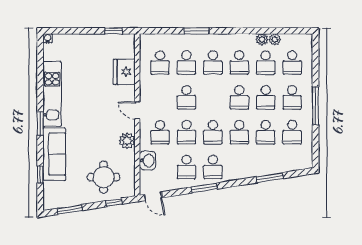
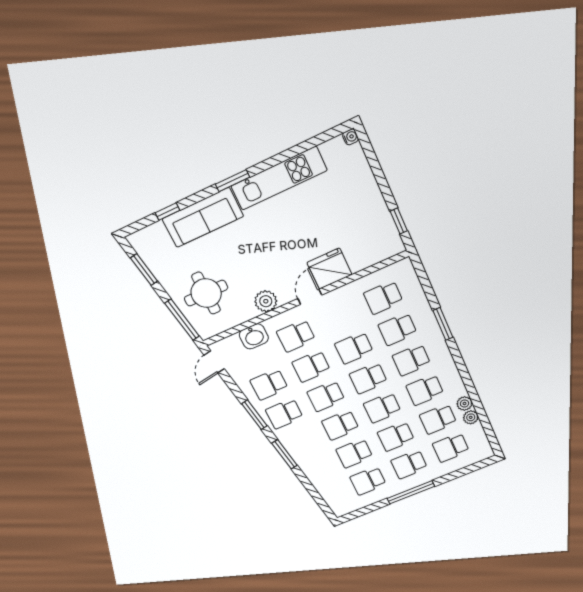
fridge: (124, 72) -> (329, 269), moved
school desk: (213, 97) -> (368, 378), added
window: (270, 178) -> (284, 454), moved
window: (114, 202) -> (182, 320), width x2.17

